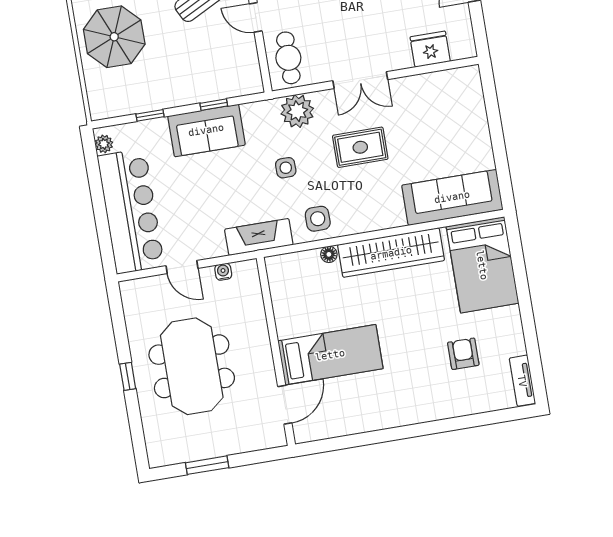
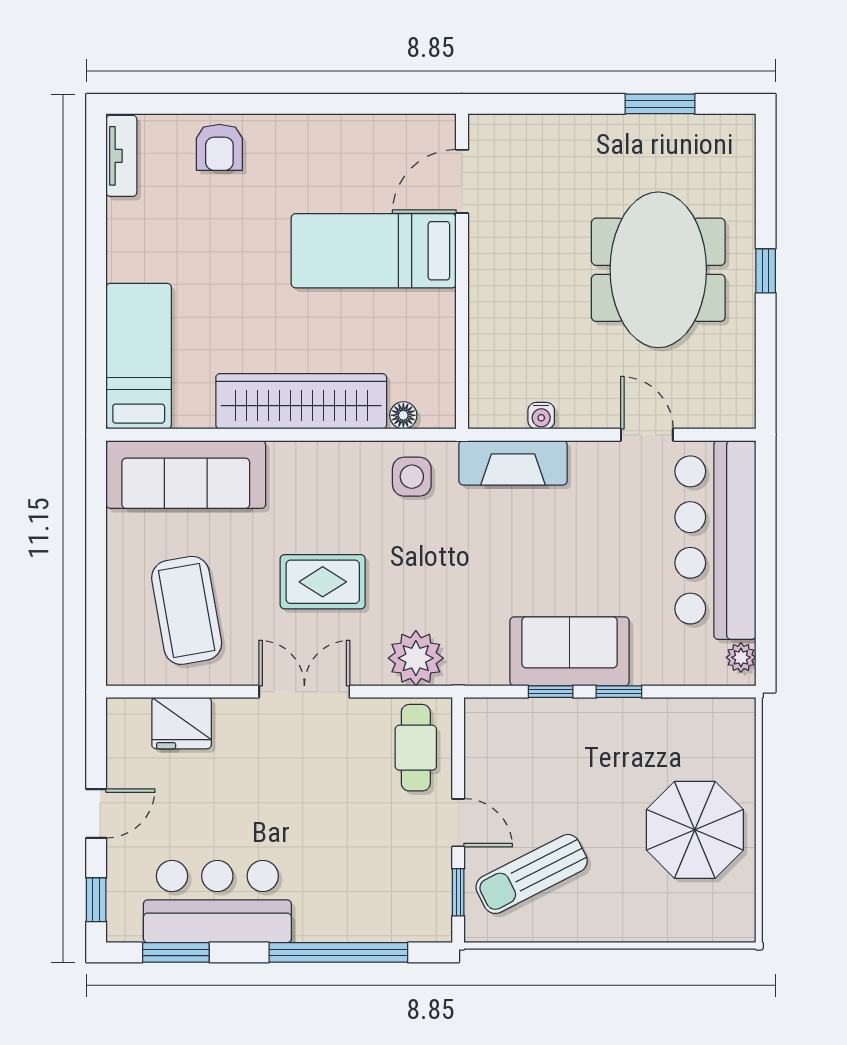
window: (150, 115) -> (619, 692), moved
coffee table: (438, 117) -> (187, 610), added
side table: (286, 168) -> (450, 569), removed
bed: (482, 265) -> (139, 356), width x0.67
water cooler: (223, 272) -> (541, 416), moved
wall: (276, 351) -> (462, 271), moved
armchair: (463, 354) -> (219, 147), moved
bed: (330, 355) -> (374, 251), moved
door: (285, 405) -> (462, 181), moved

